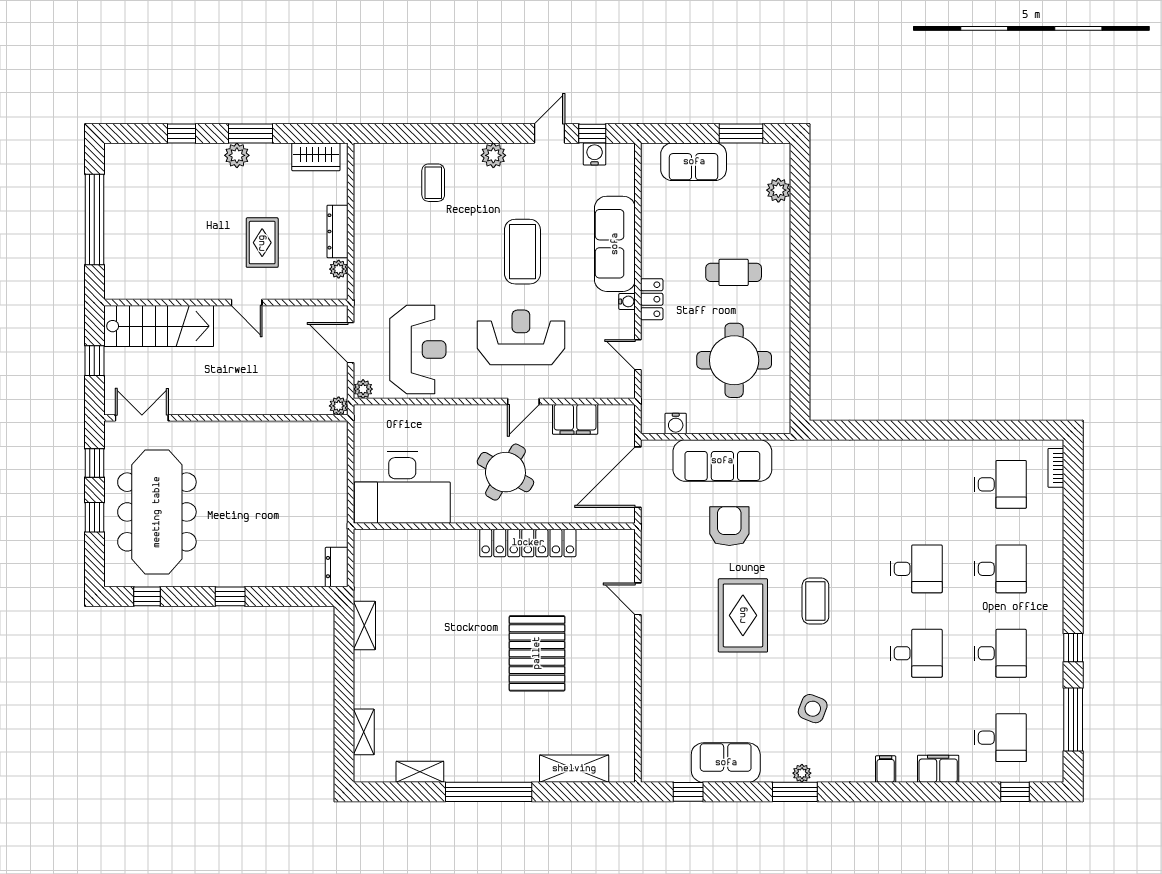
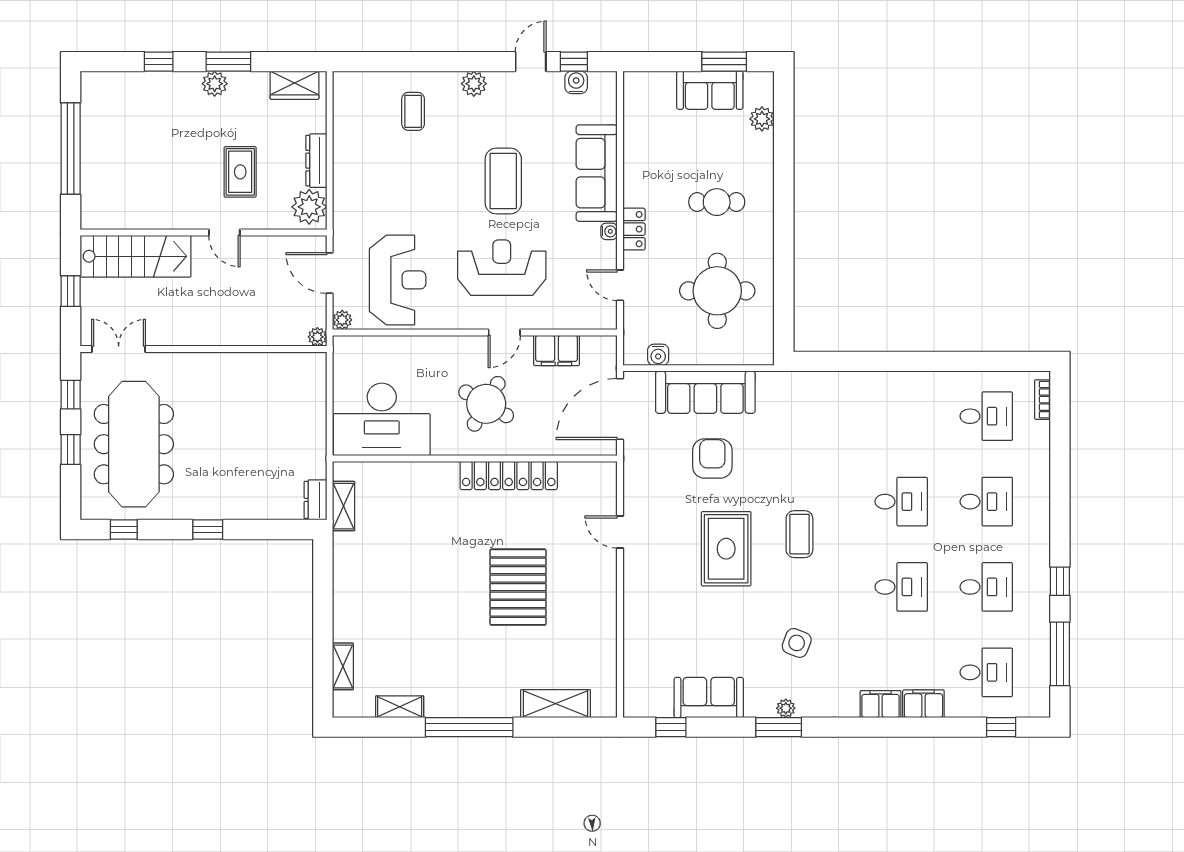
sofa: (694, 162) -> (710, 90), moved
plant: (339, 269) -> (309, 207), width x1.88, depth x1.88
shelving: (364, 625) -> (344, 506), moved
filing cabinet: (886, 769) -> (881, 704), width x2.00

